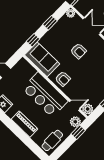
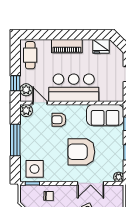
armchair: (78, 51) -> (81, 152), width x1.88, depth x1.88
armchair: (63, 79) -> (59, 120), moved
door: (75, 105) -> (40, 103), swing flipped

